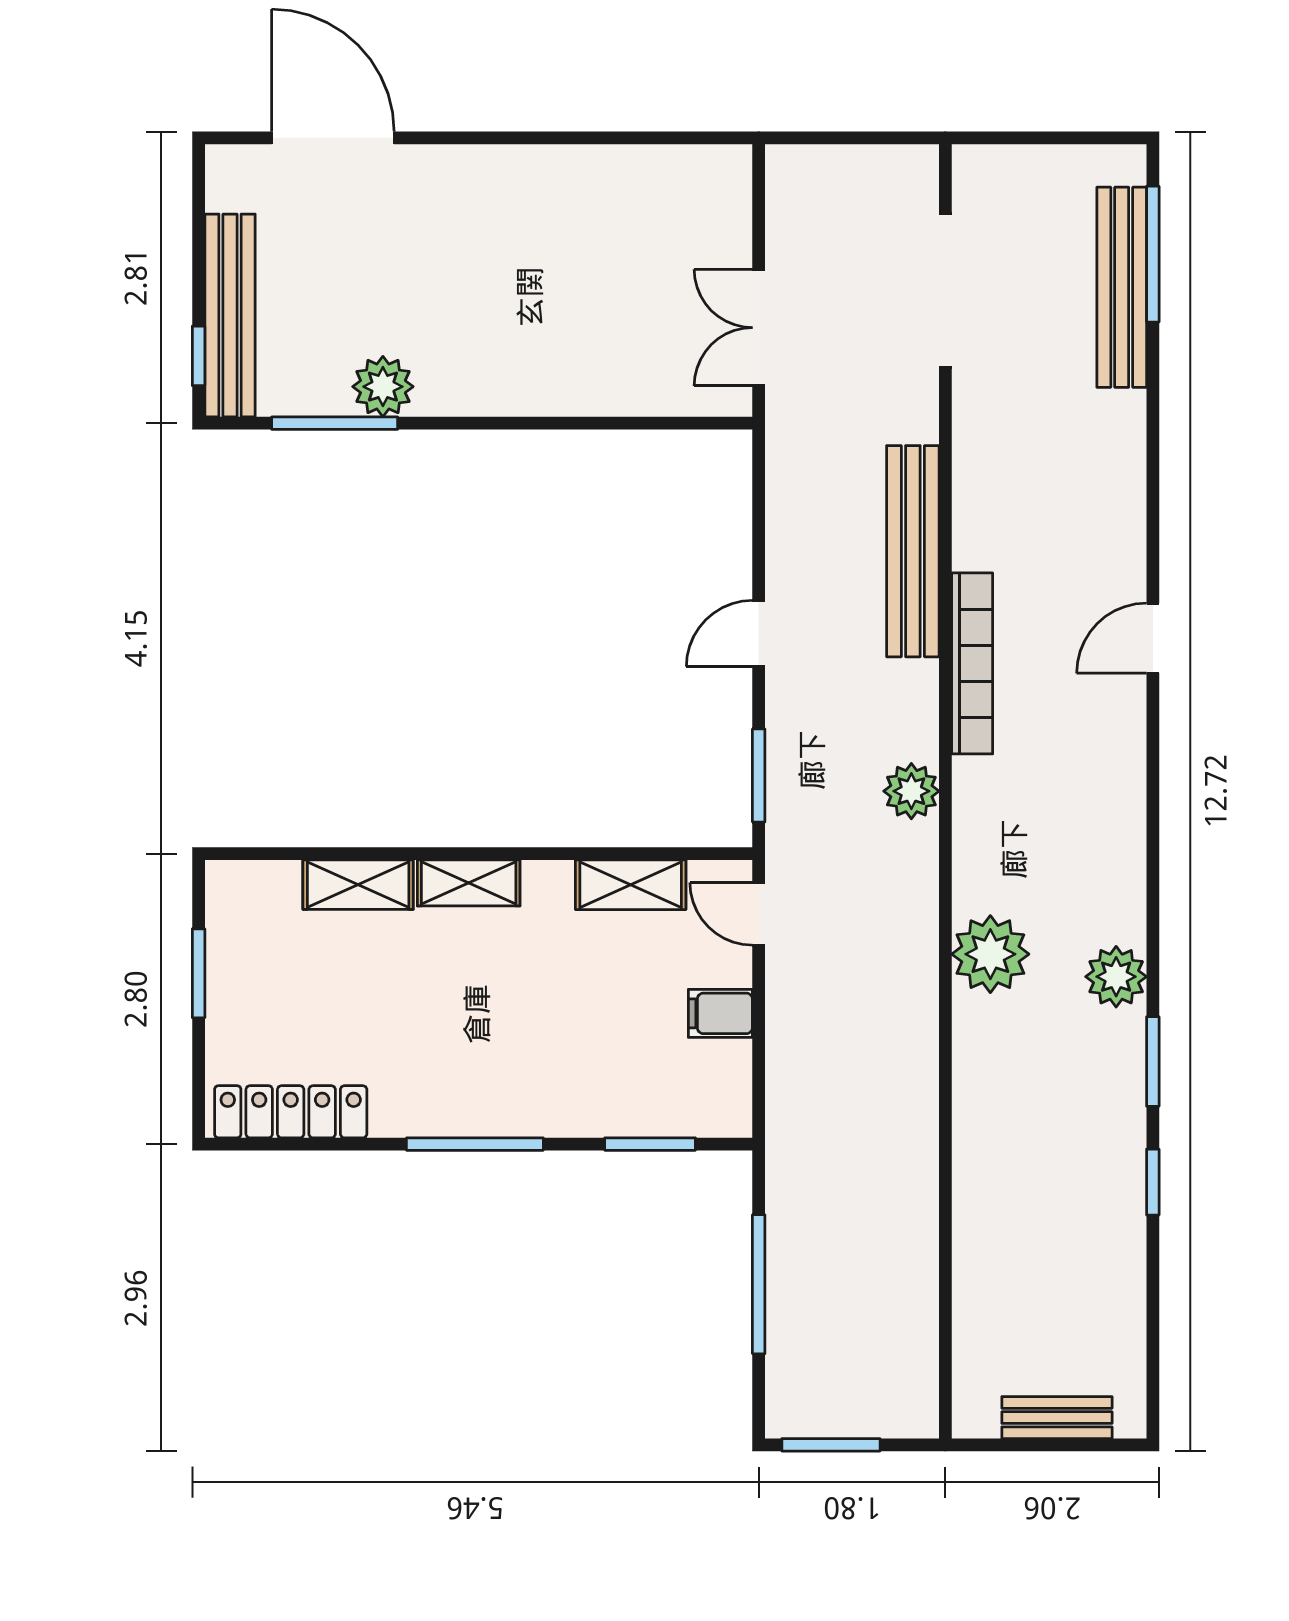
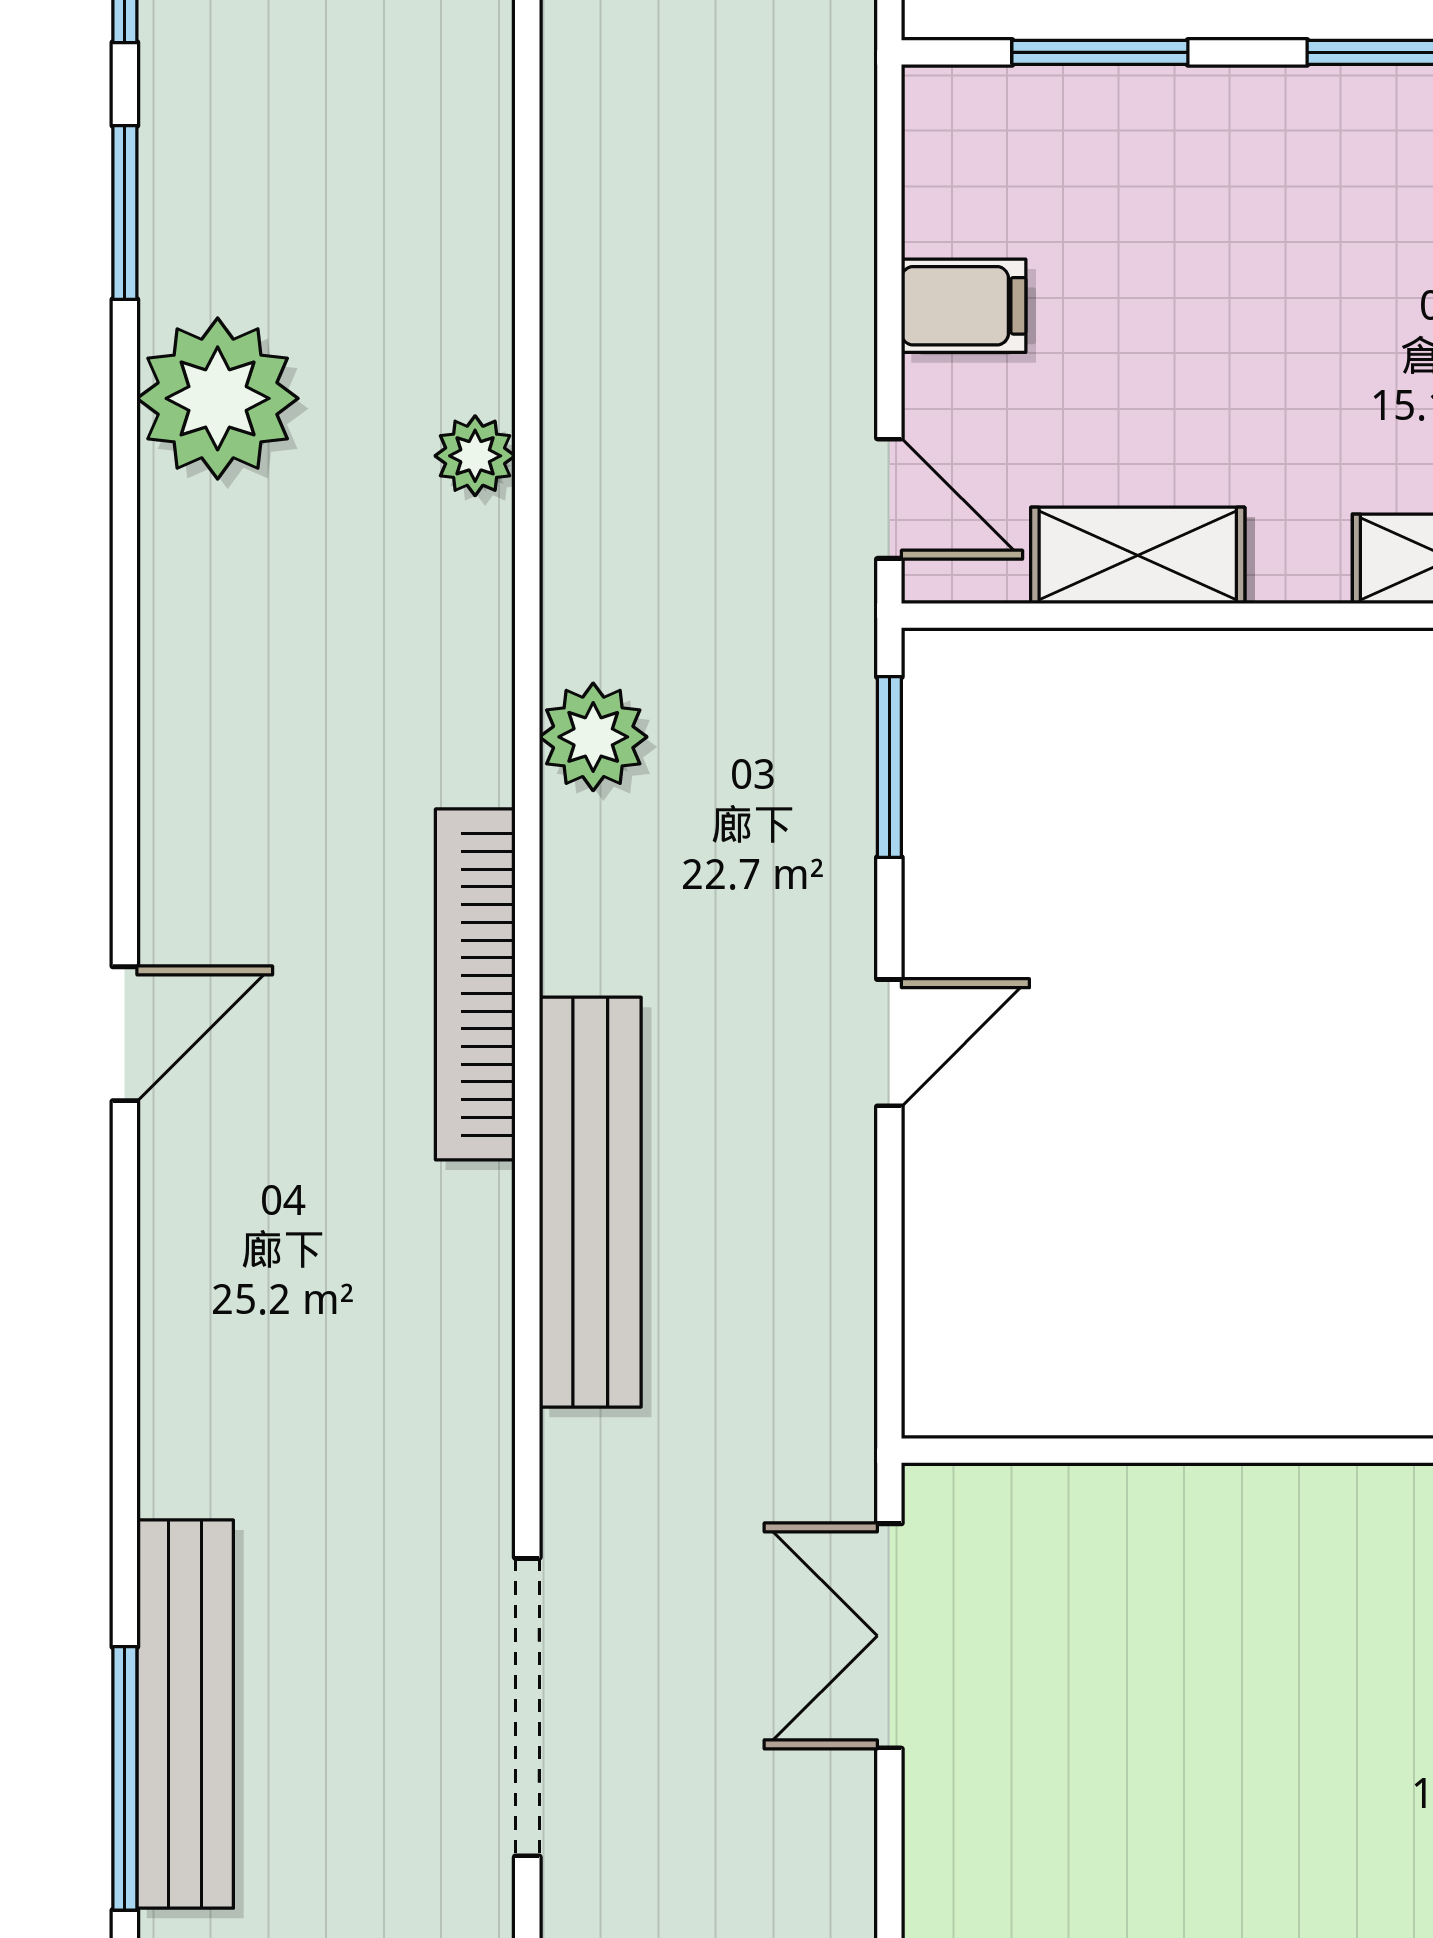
double door: (759, 328) -> (889, 1636), swing flipped
plant: (990, 954) -> (475, 456), width x0.53, depth x0.53
plant: (1116, 977) -> (218, 398), width x1.36, depth x1.36

